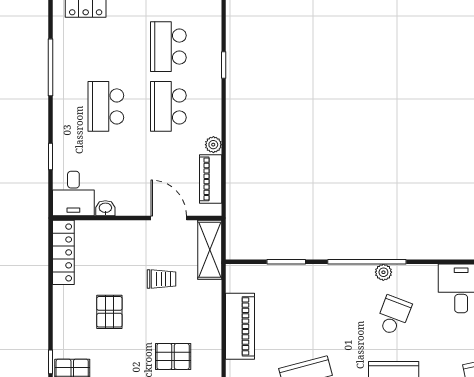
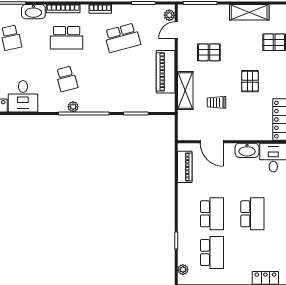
plant: (213, 145) -> (183, 270), moved
washbasin: (105, 208) -> (247, 150), width x1.91, depth x1.45
shelving: (210, 250) -> (185, 91), moved
school desk: (394, 315) -> (67, 79), turned -36

